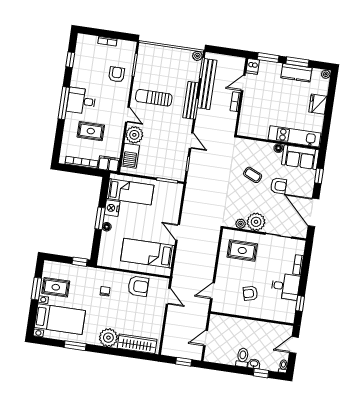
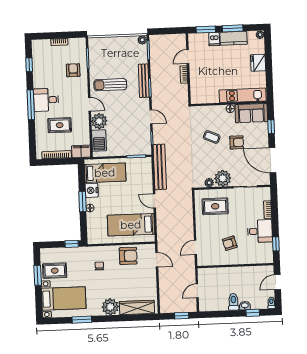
dishwasher: (253, 66) -> (214, 39), moved
bench: (207, 84) -> (160, 167), moved

